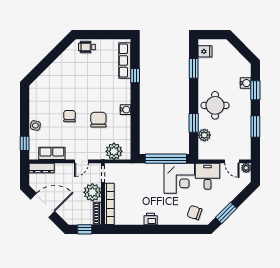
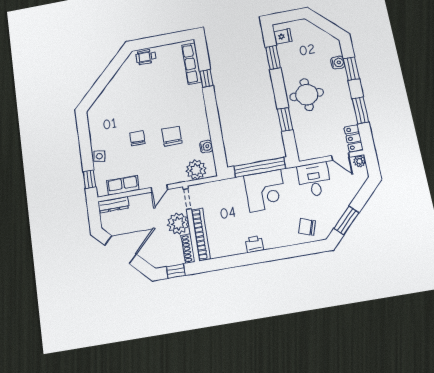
water cooler: (125, 110) -> (206, 146), moved
plant: (204, 135) -> (301, 131), removed
locker: (245, 148) -> (354, 138), added
corner desk: (179, 178) -> (265, 191), moved

